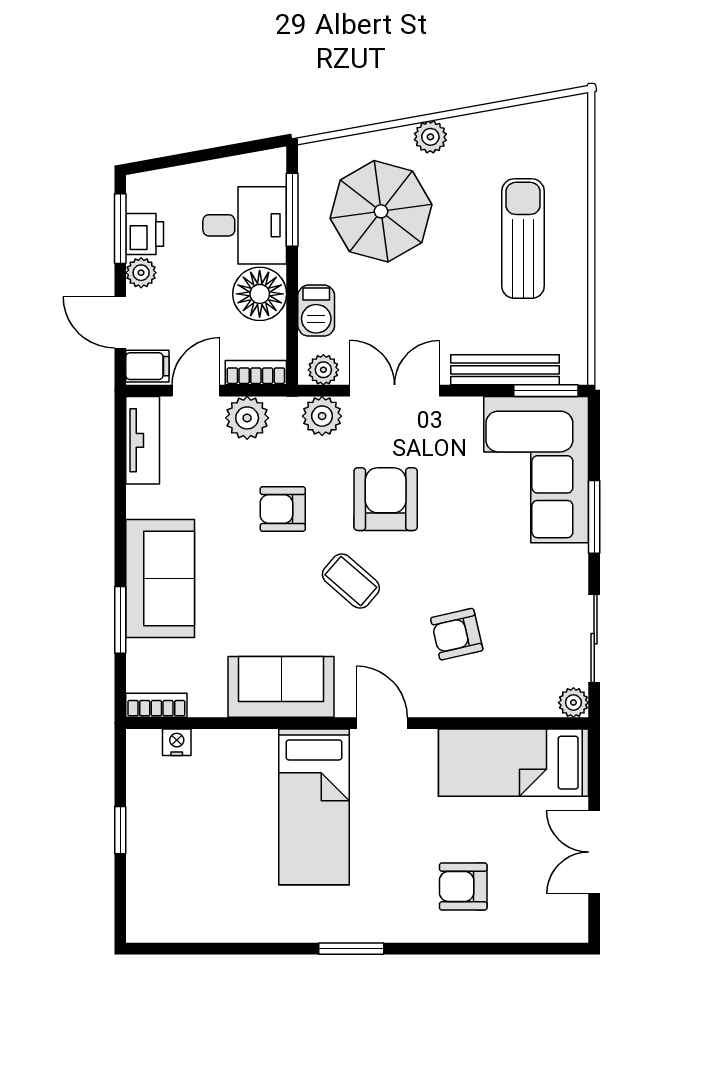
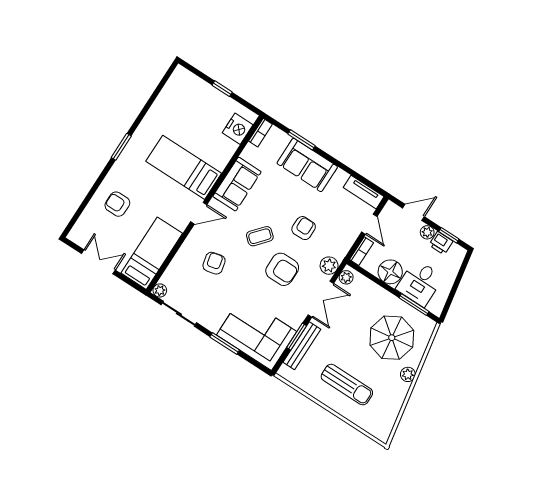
window: (120, 229) -> (449, 235), width x0.67
barbecue: (316, 311) -> (370, 289), removed
filing cabinet: (147, 366) -> (390, 212), removed
window: (546, 391) -> (297, 337), moved
plant: (247, 418) -> (347, 237), removed
nightstand: (177, 742) -> (238, 129), width x1.89, depth x1.79
armchair: (463, 886) -> (117, 204), turned -90

